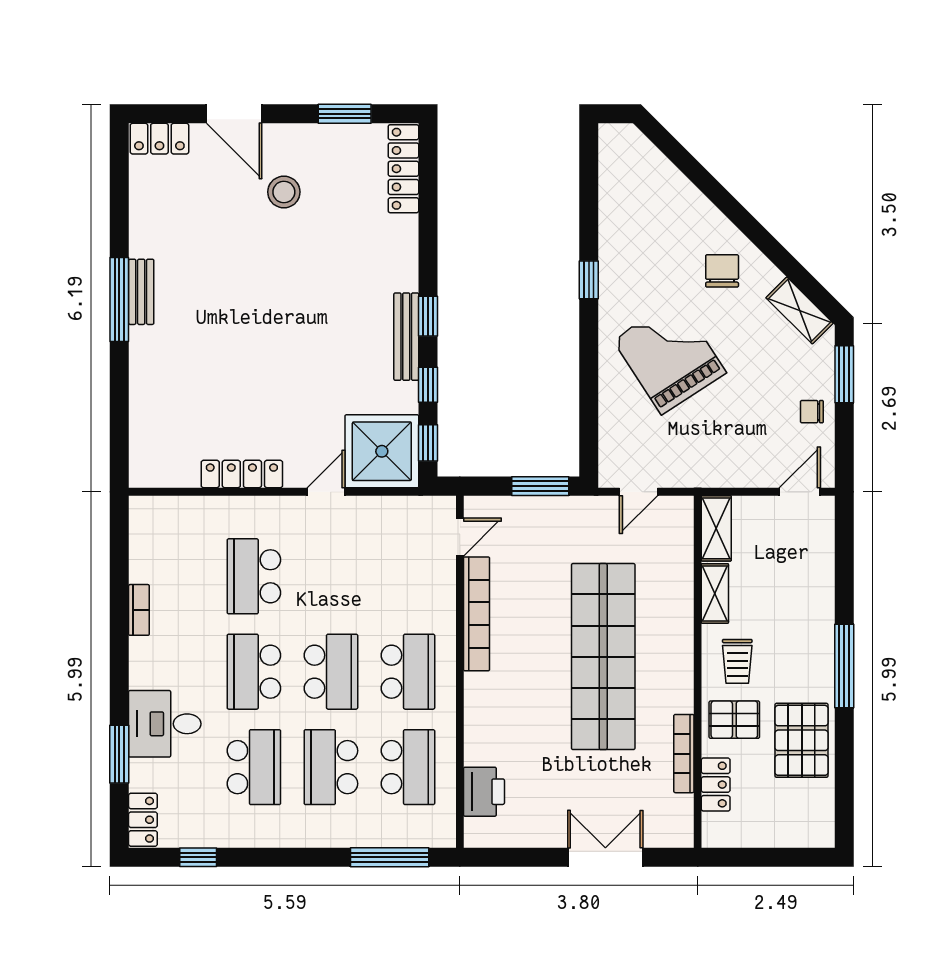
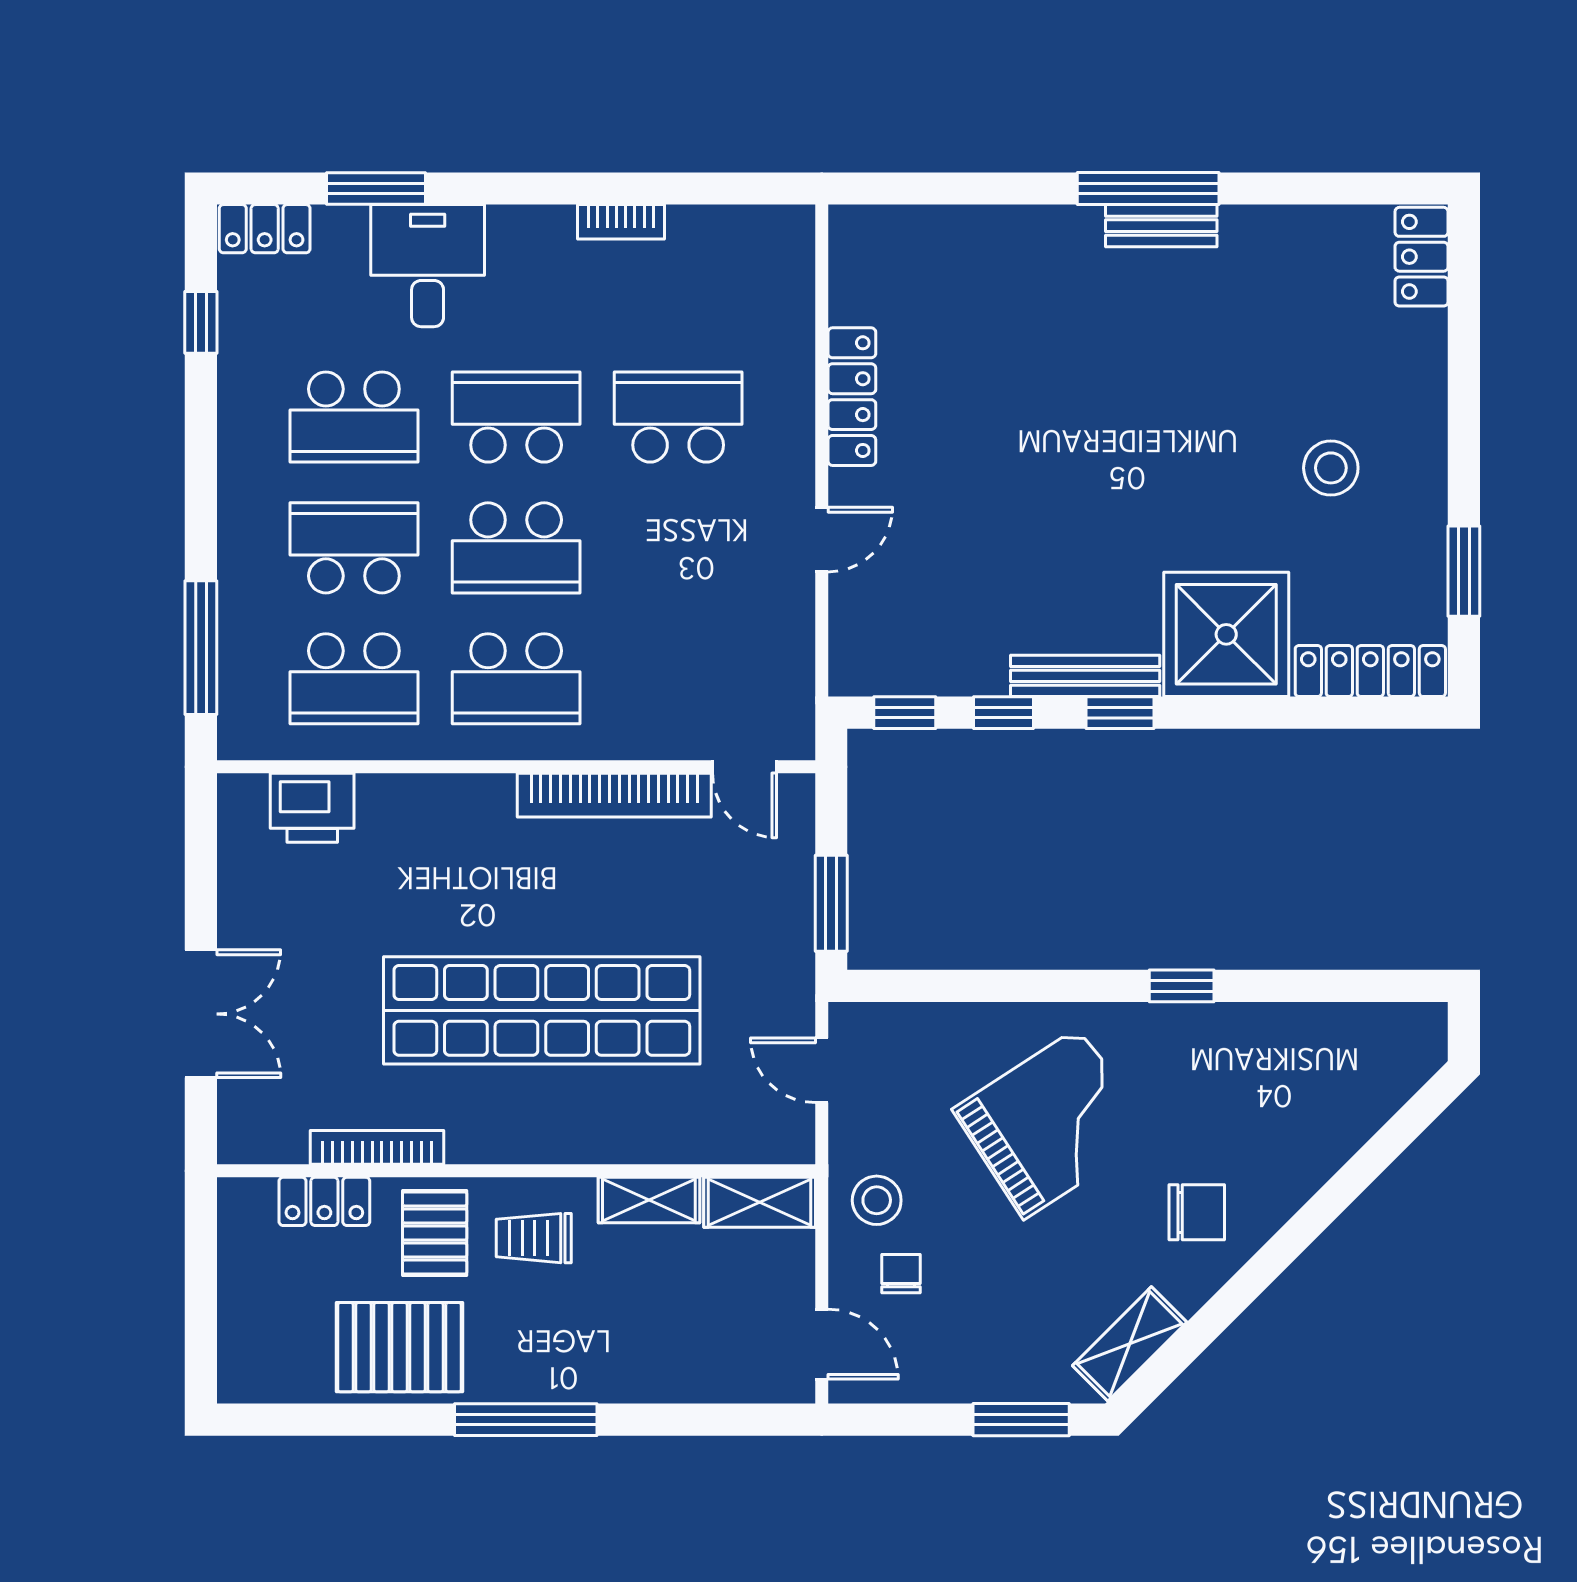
door: (234, 114) -> (1464, 384), removed
chair: (812, 412) -> (901, 1274), moved
shower: (382, 451) -> (1226, 634), moved
stool: (715, 459) -> (877, 1200), added
door: (326, 492) -> (822, 540), hinge flipped

